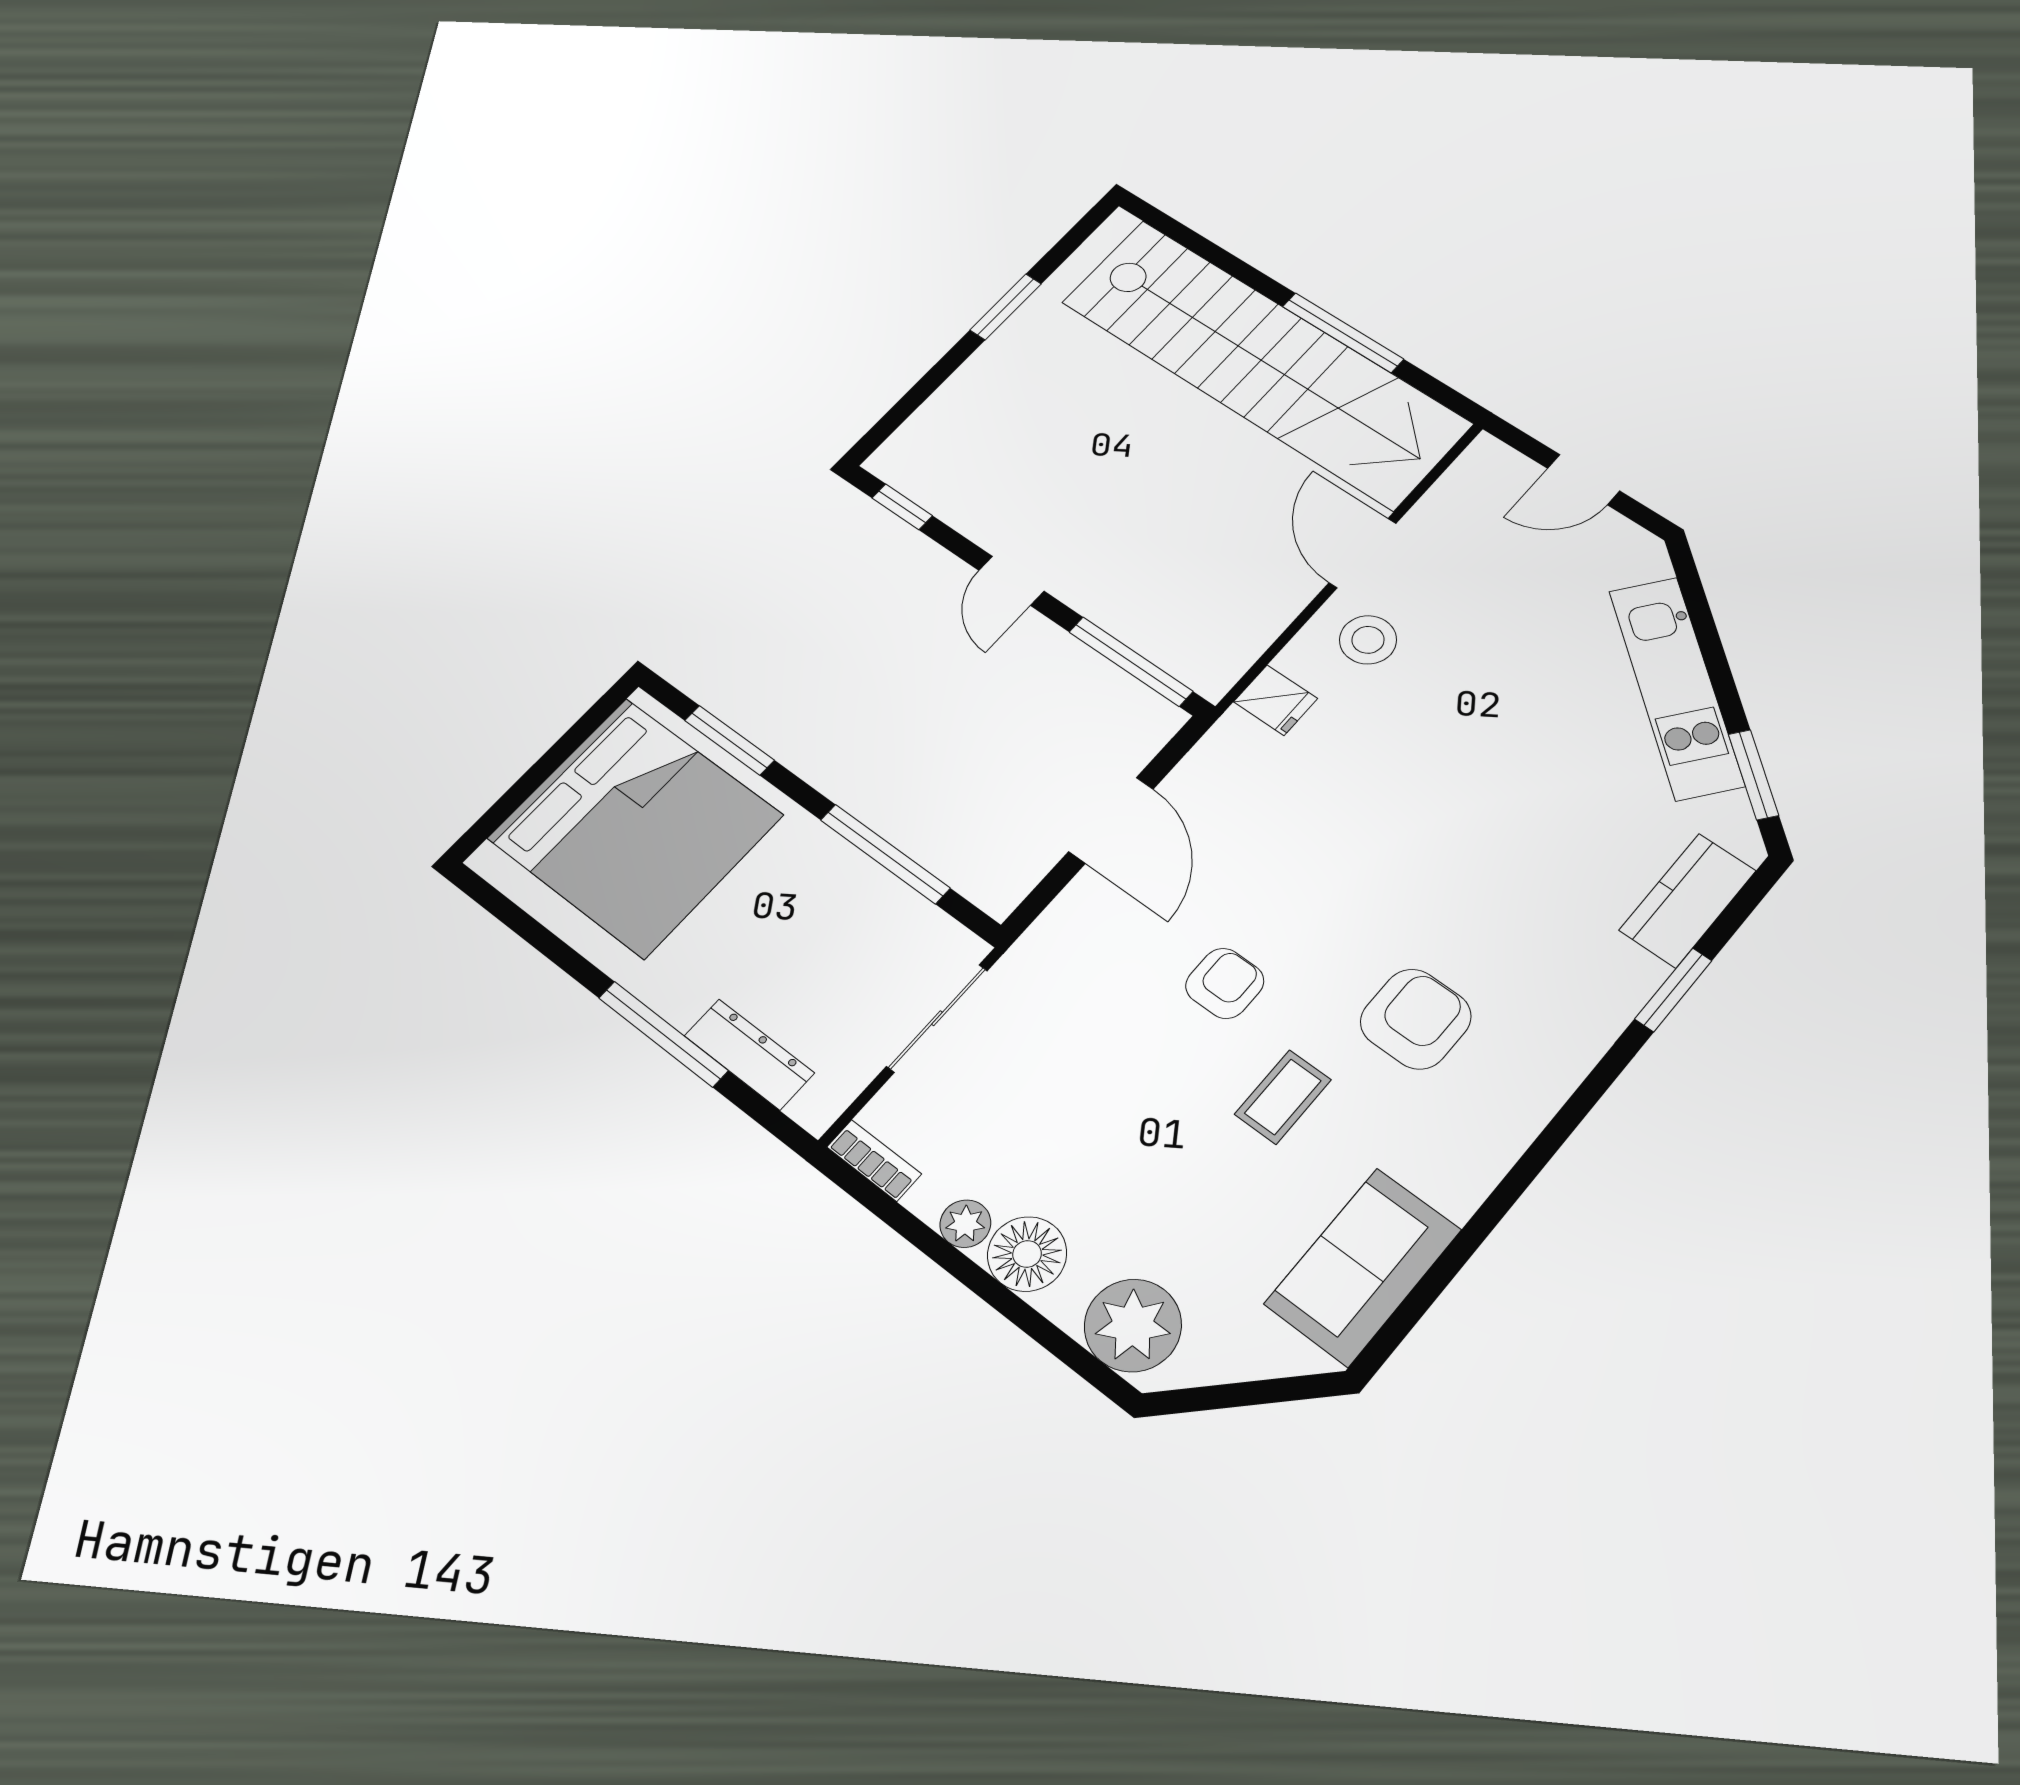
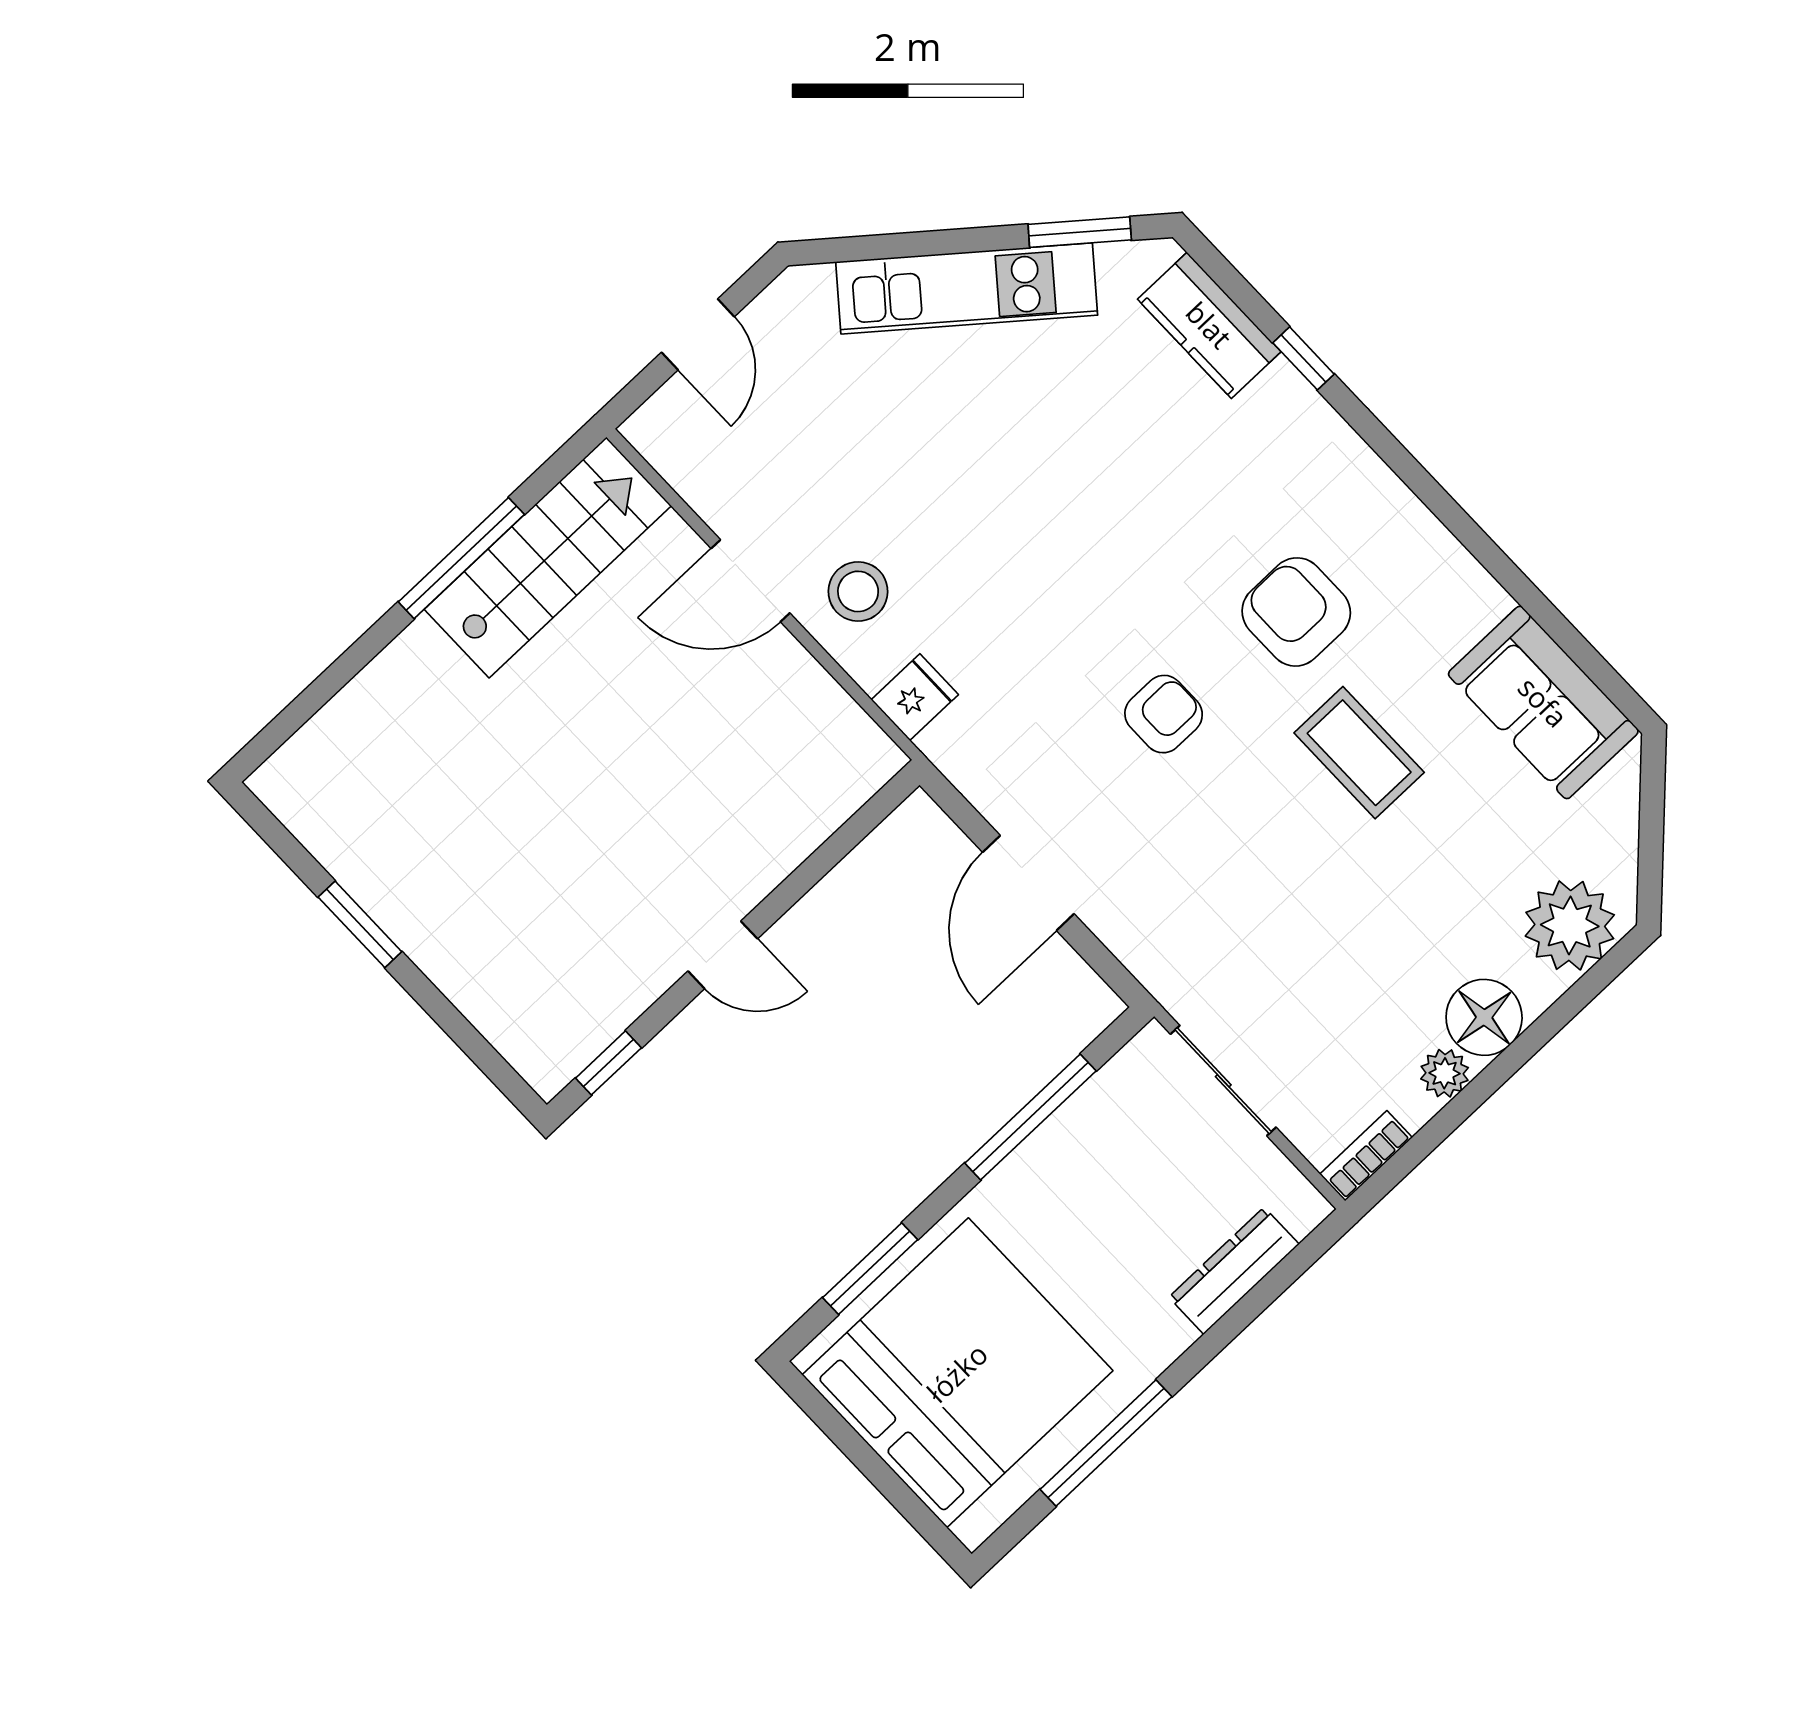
stairs: (1265, 362) -> (548, 557), width x0.54, depth x0.66
window: (1131, 662) -> (844, 841), removed
door: (1111, 820) -> (1028, 883), swing flipped
armchair: (1225, 983) -> (1164, 714), moved, turned 90
window: (1673, 990) -> (1303, 358), width x0.67
window: (663, 1034) -> (1106, 1443), moved
coffee table: (1283, 1097) -> (1359, 753), width x1.36, depth x1.30

